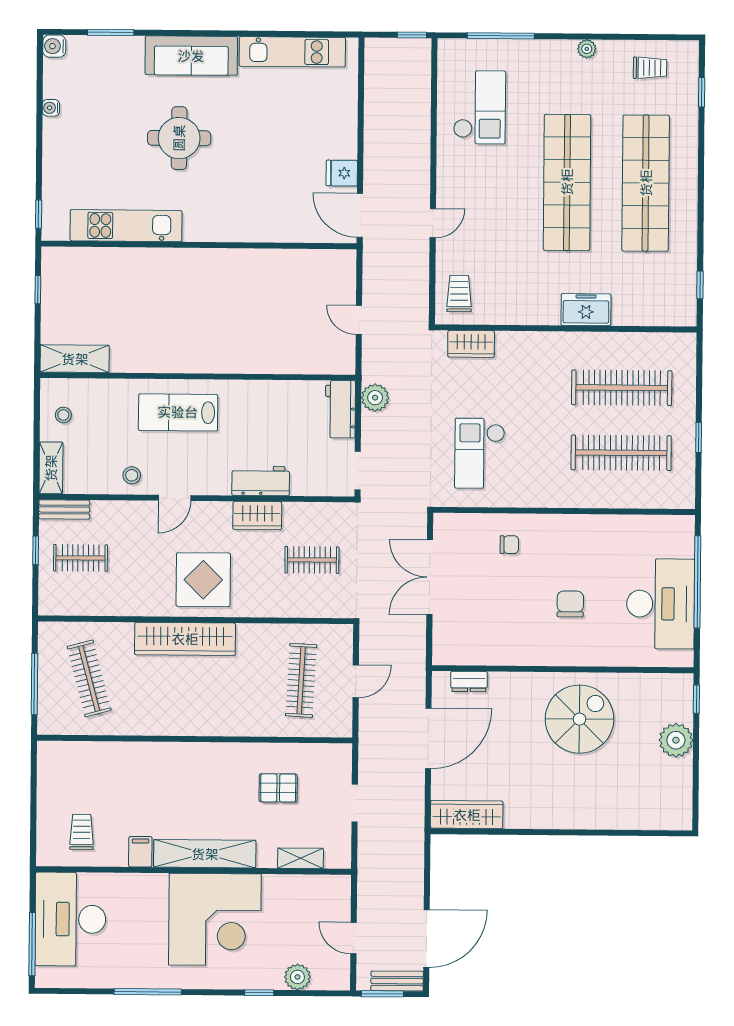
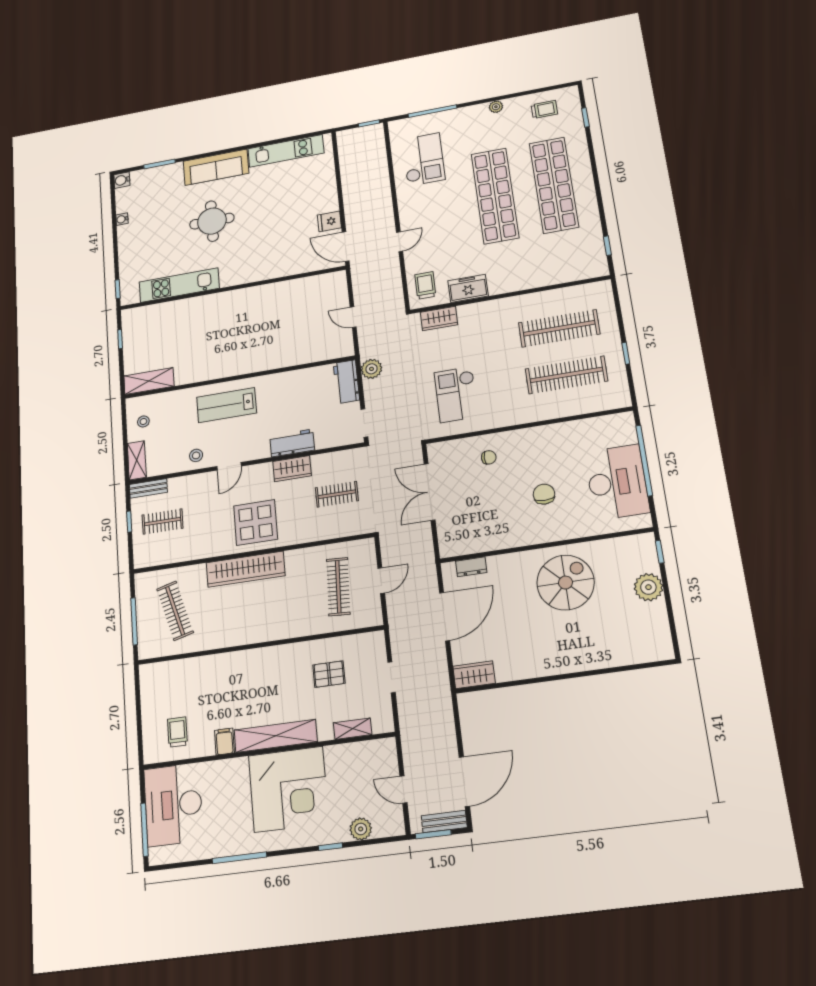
freezer: (586, 310) -> (468, 288), moved
wardrobe: (467, 815) -> (474, 675), width x0.67

